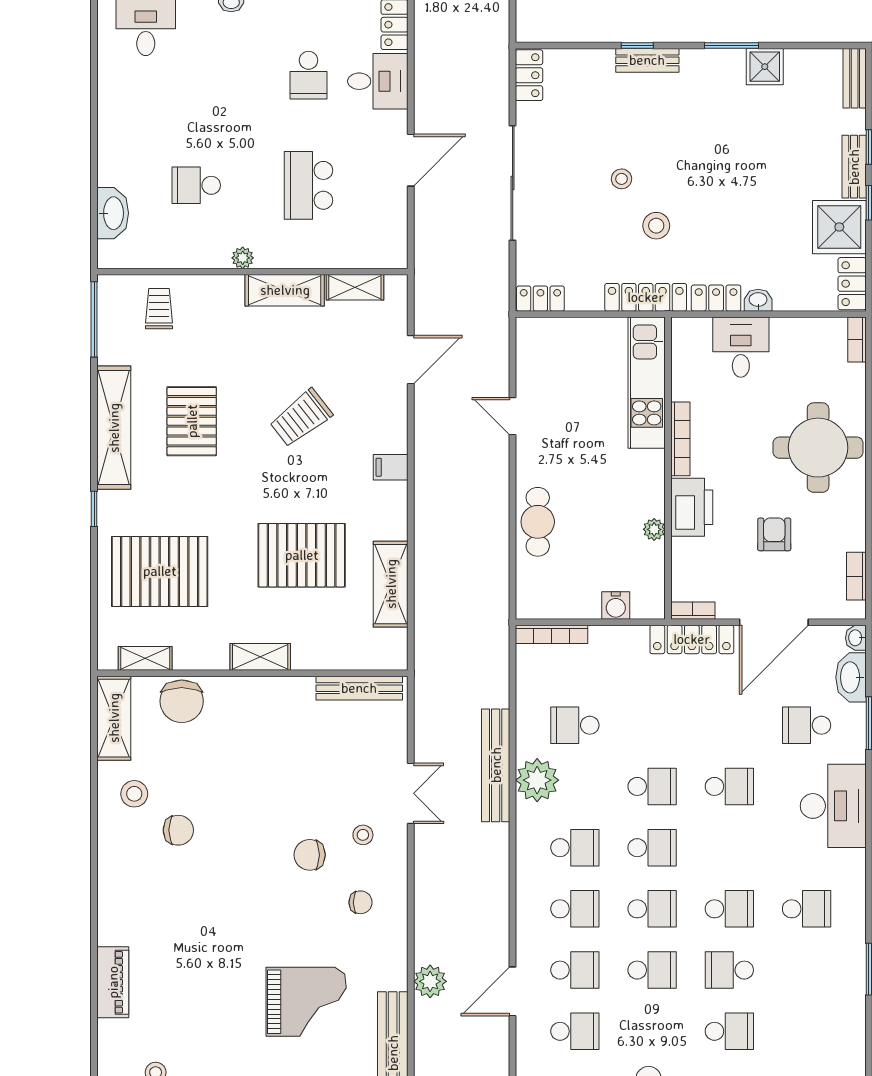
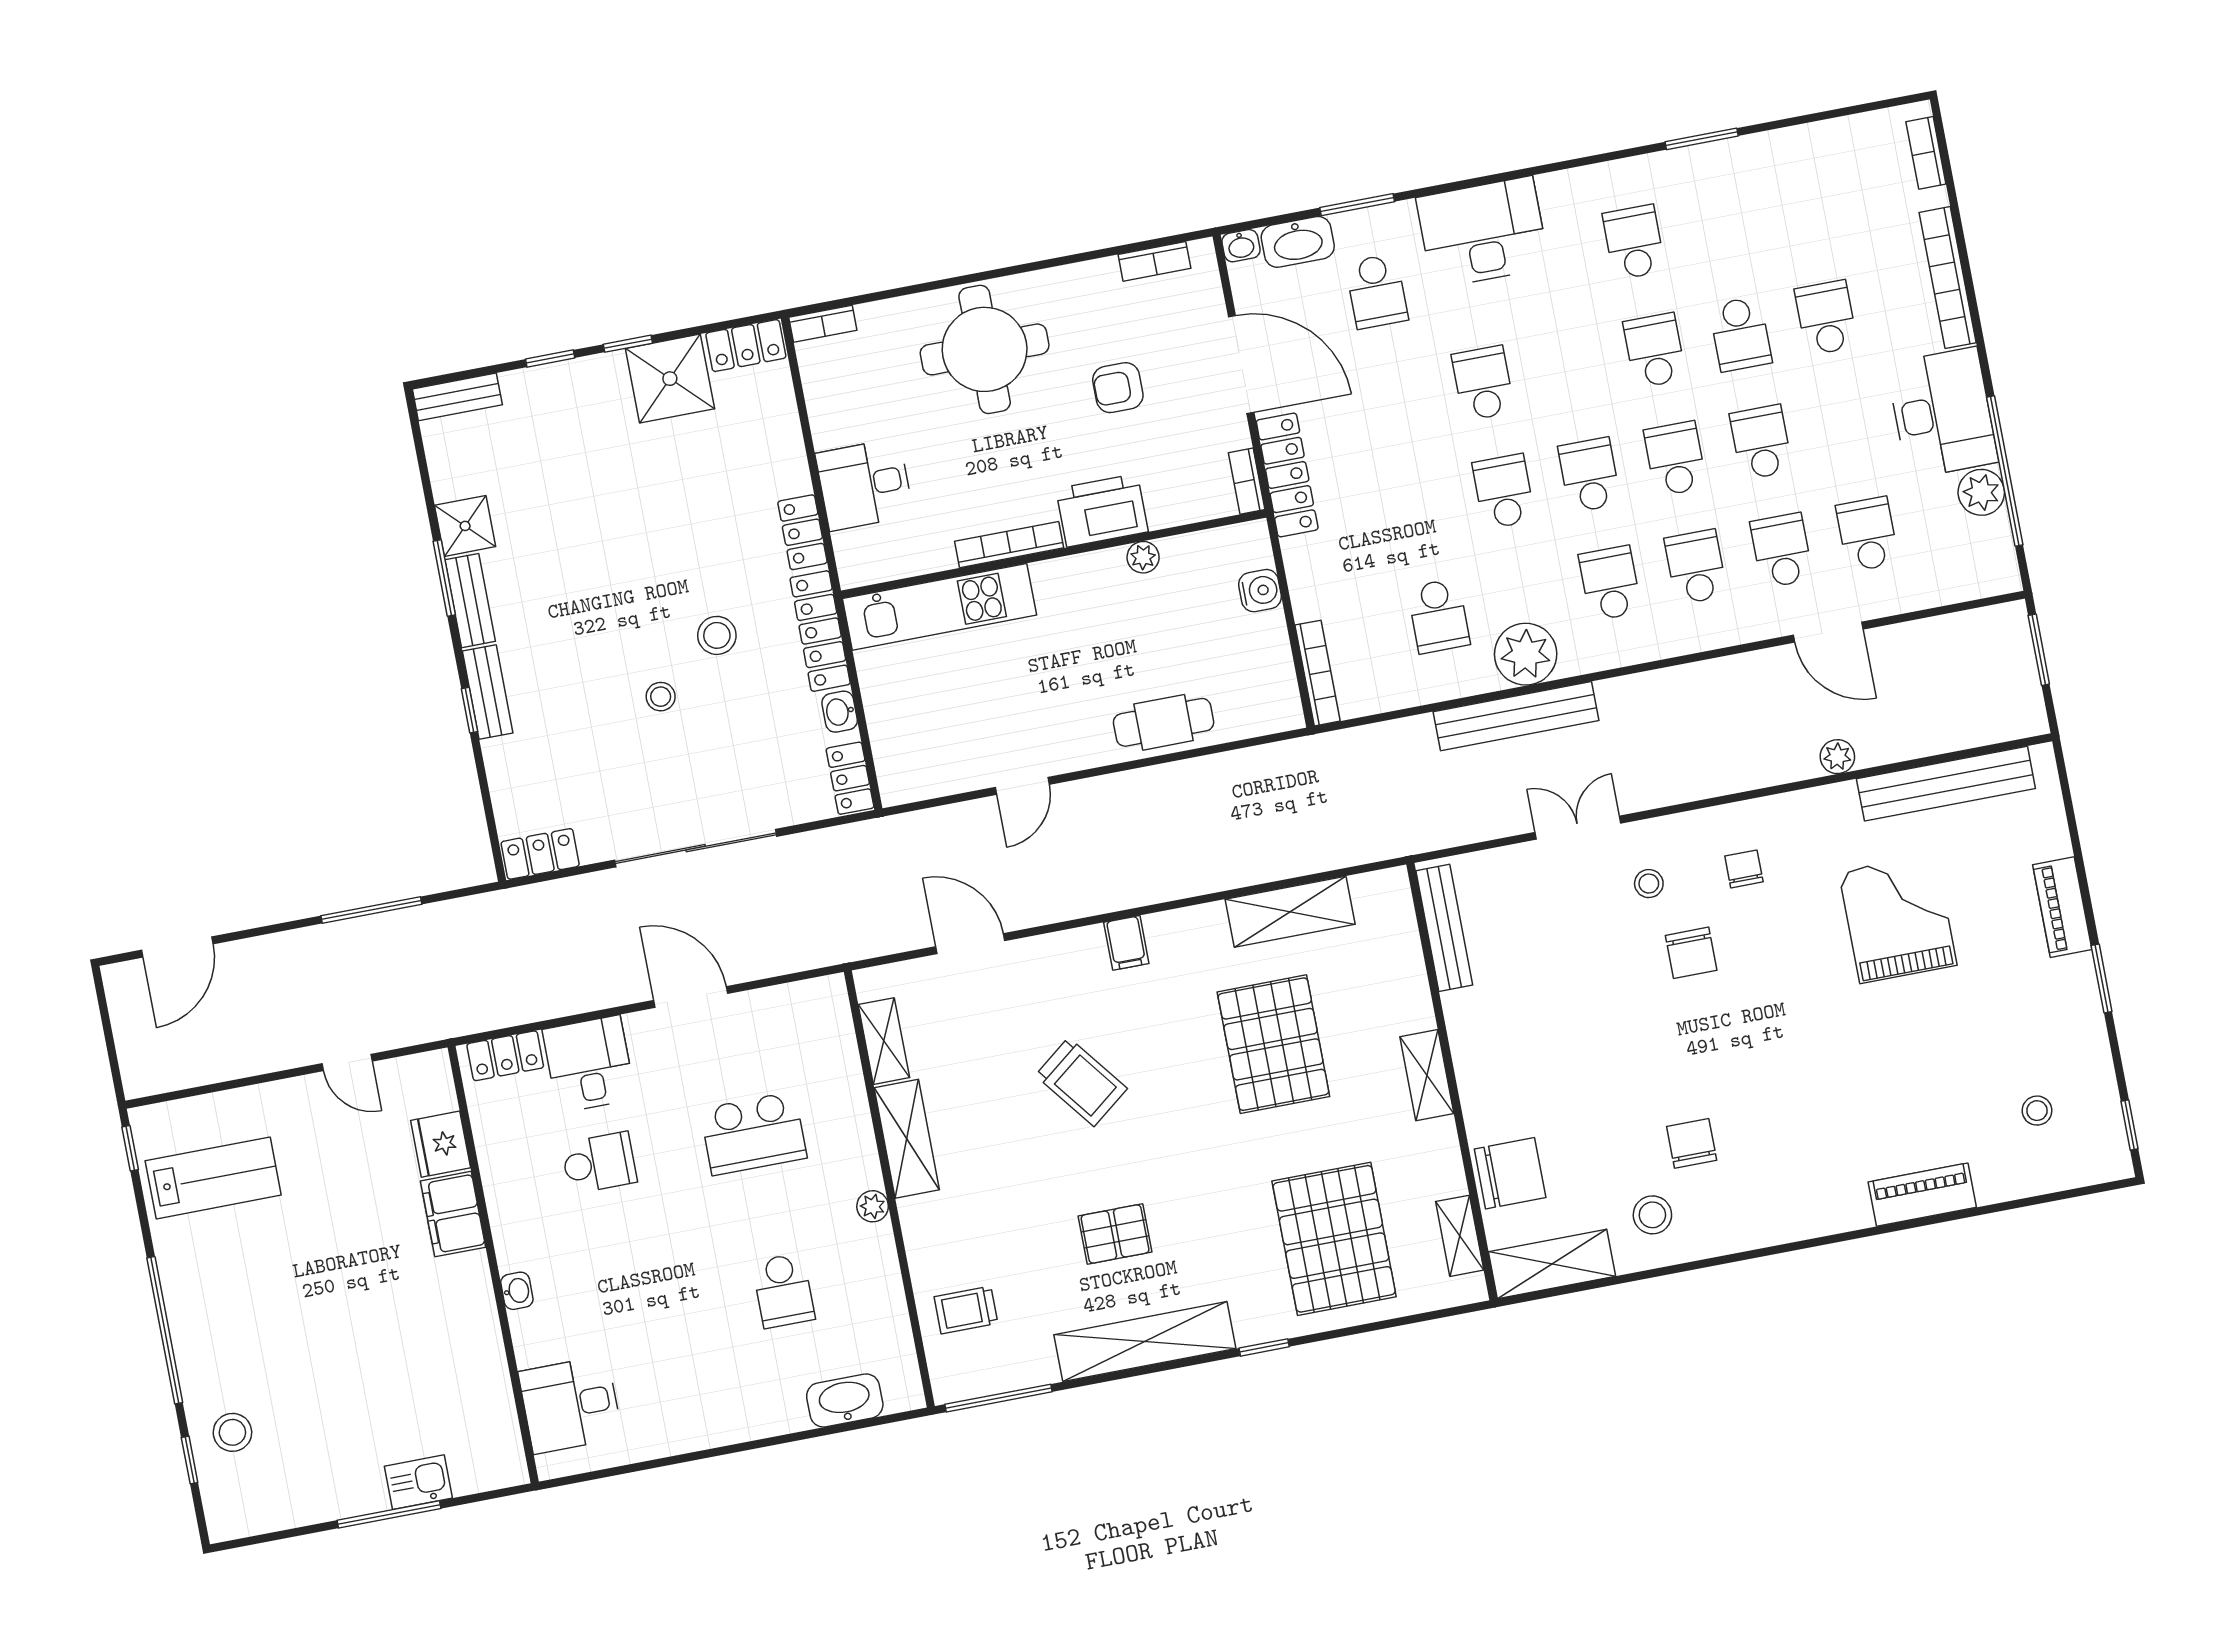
bench: (854, 167) -> (470, 601), moved, turned 90
washbasin: (758, 300) -> (840, 712), moved
pallet: (192, 421) -> (1115, 1234), width x0.67, depth x0.71
plant: (430, 981) -> (1837, 757), width x0.73, depth x0.73

